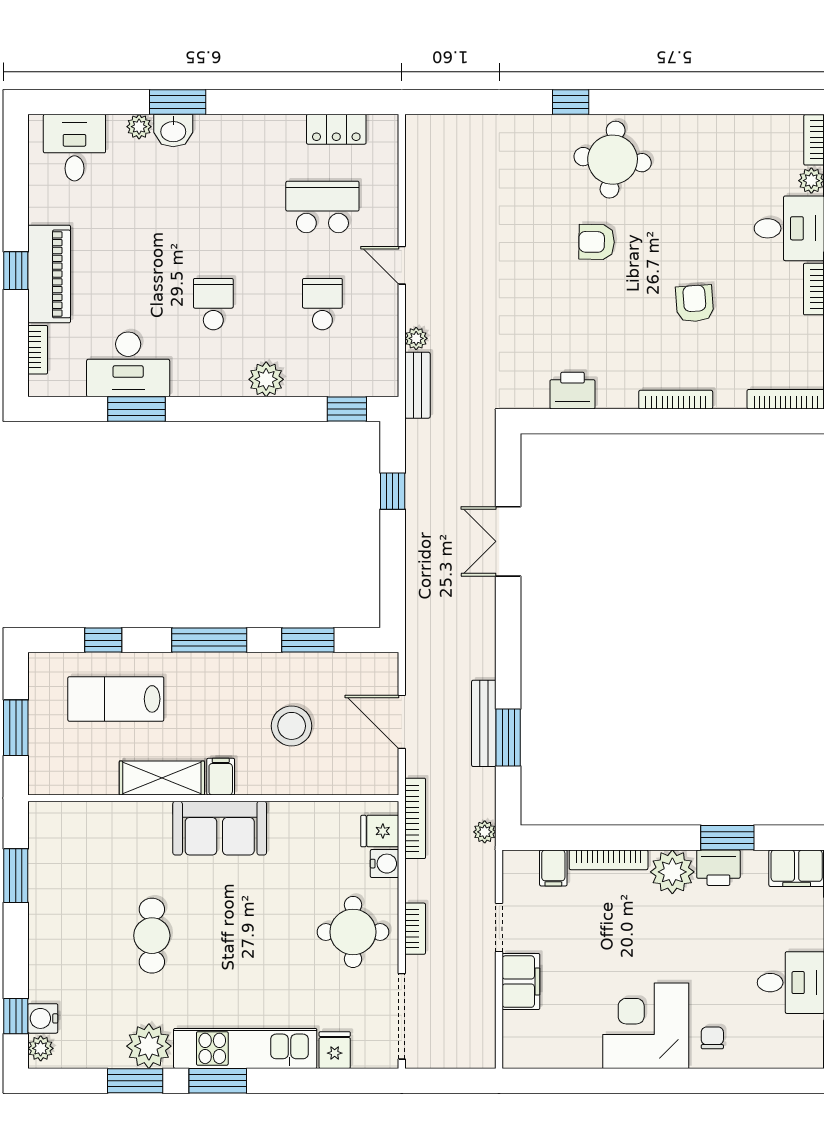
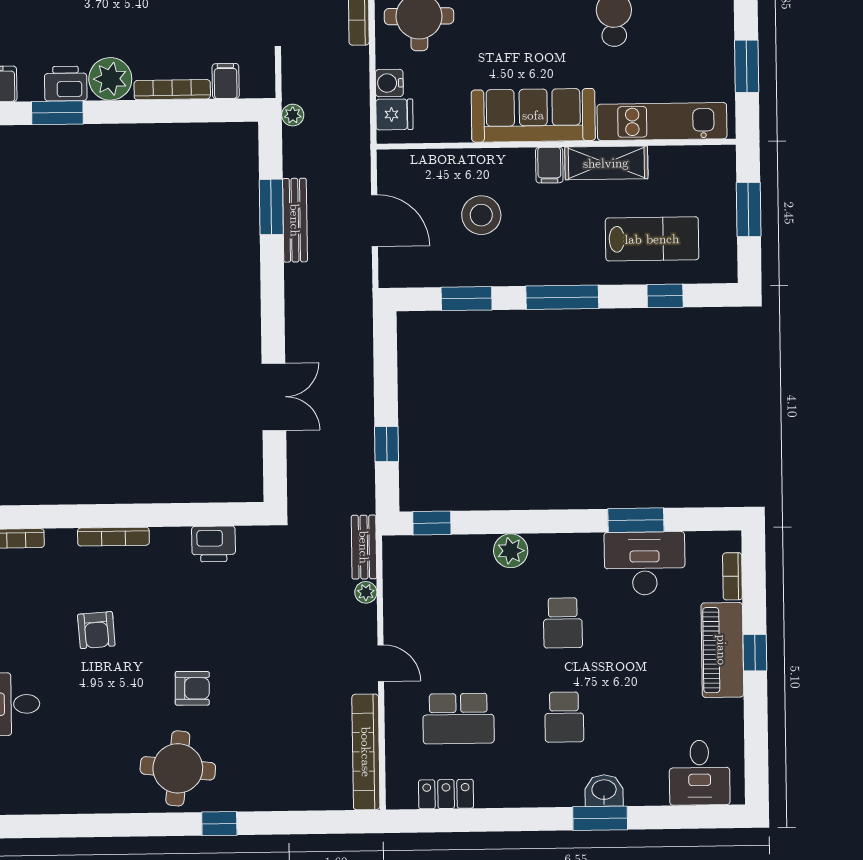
plant: (139, 127) -> (637, 794), removed
school desk: (322, 304) -> (564, 717), moved
bookcase: (415, 818) -> (366, 752), moved, width x1.48, depth x1.31
kitchen unit: (104, 820) -> (662, 121), added
sofa: (220, 828) -> (533, 115), width x1.36

